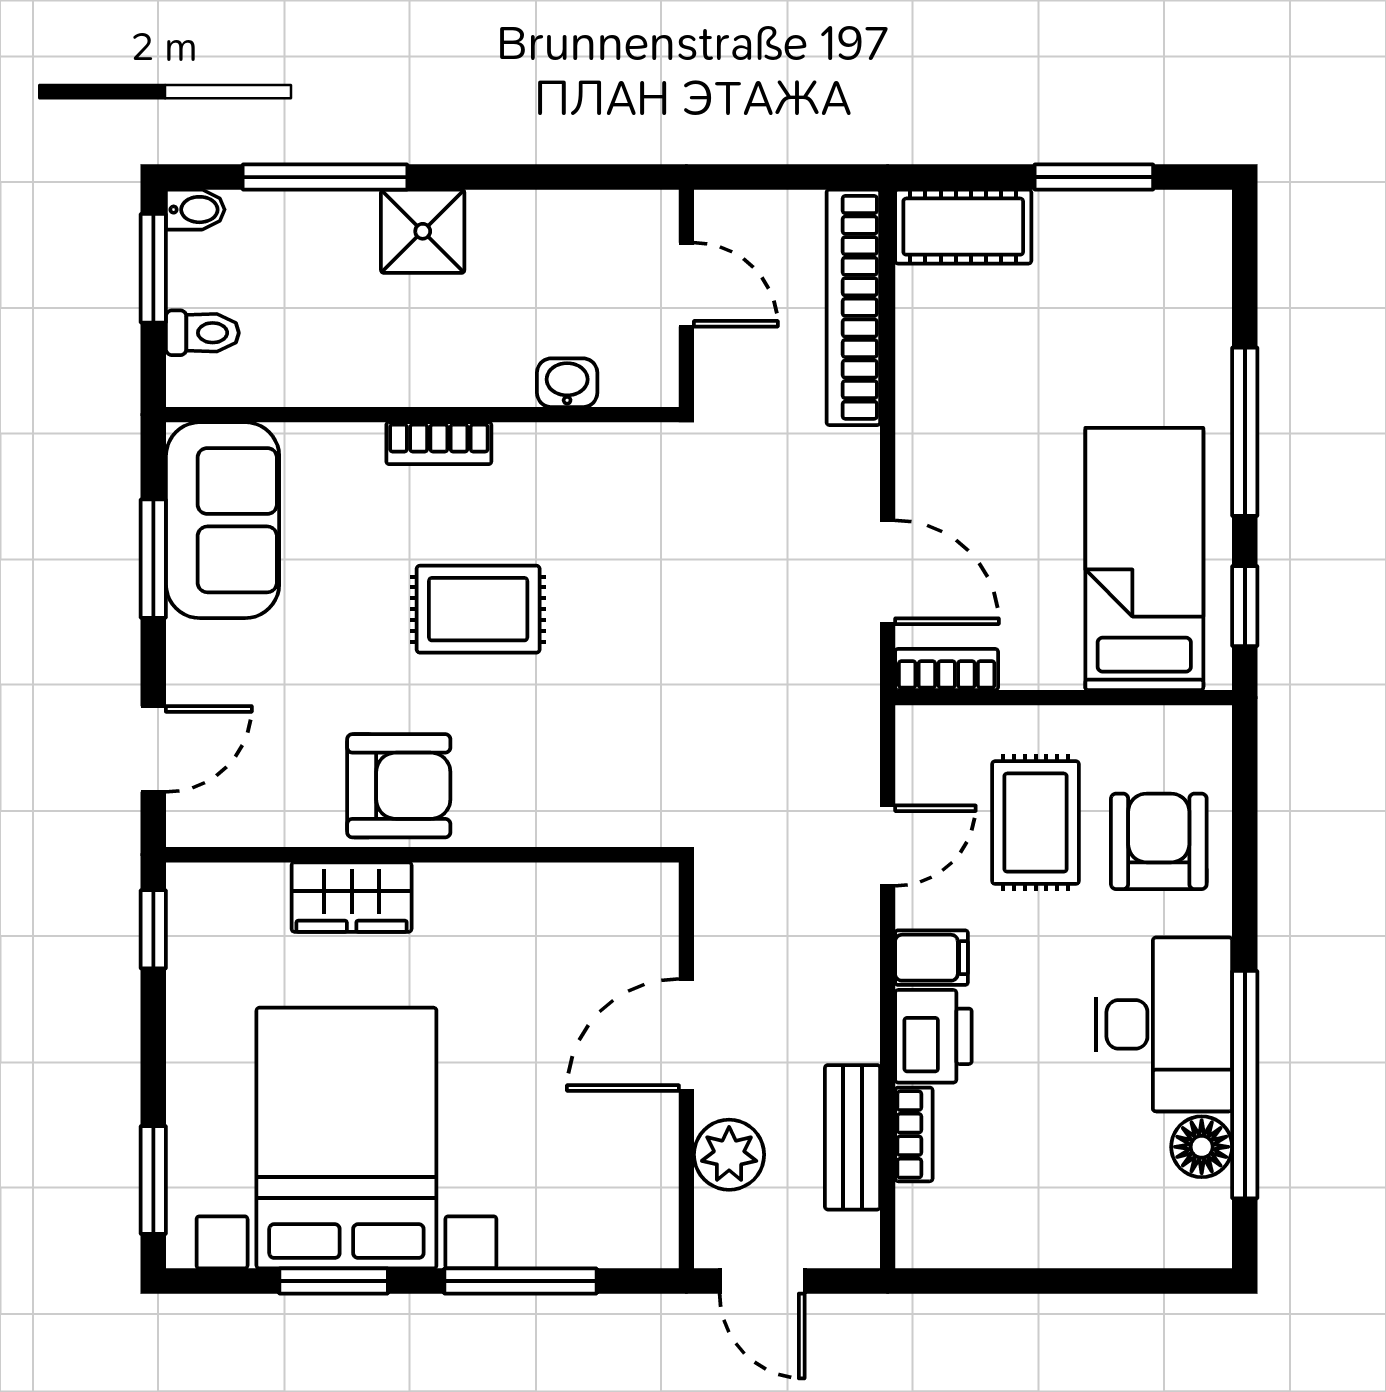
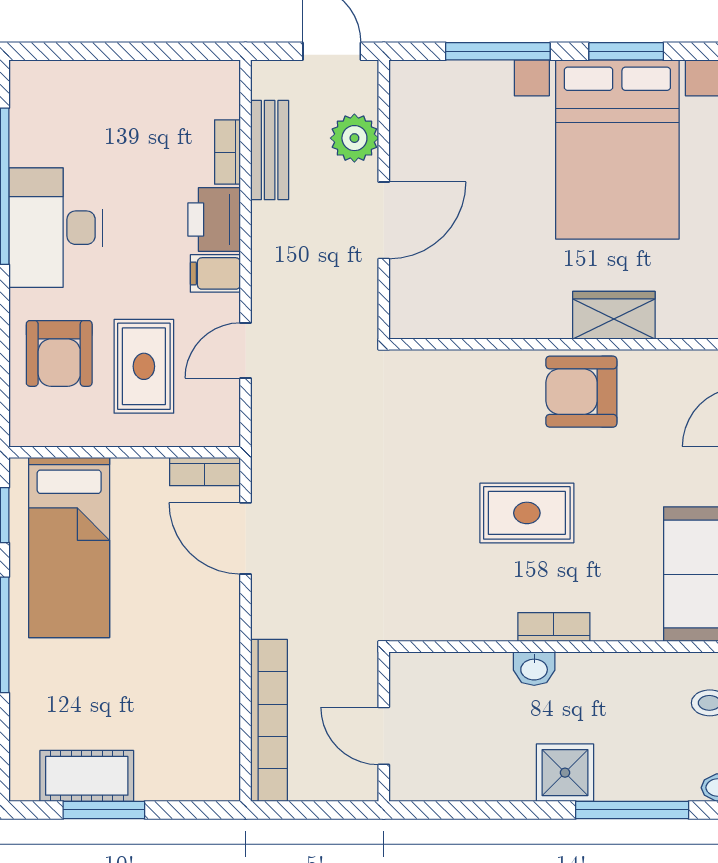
cot: (963, 227) -> (87, 776), moved
washbasin: (567, 383) -> (534, 669), moved
floor lamp: (1202, 1147) -> (30, 144), removed

